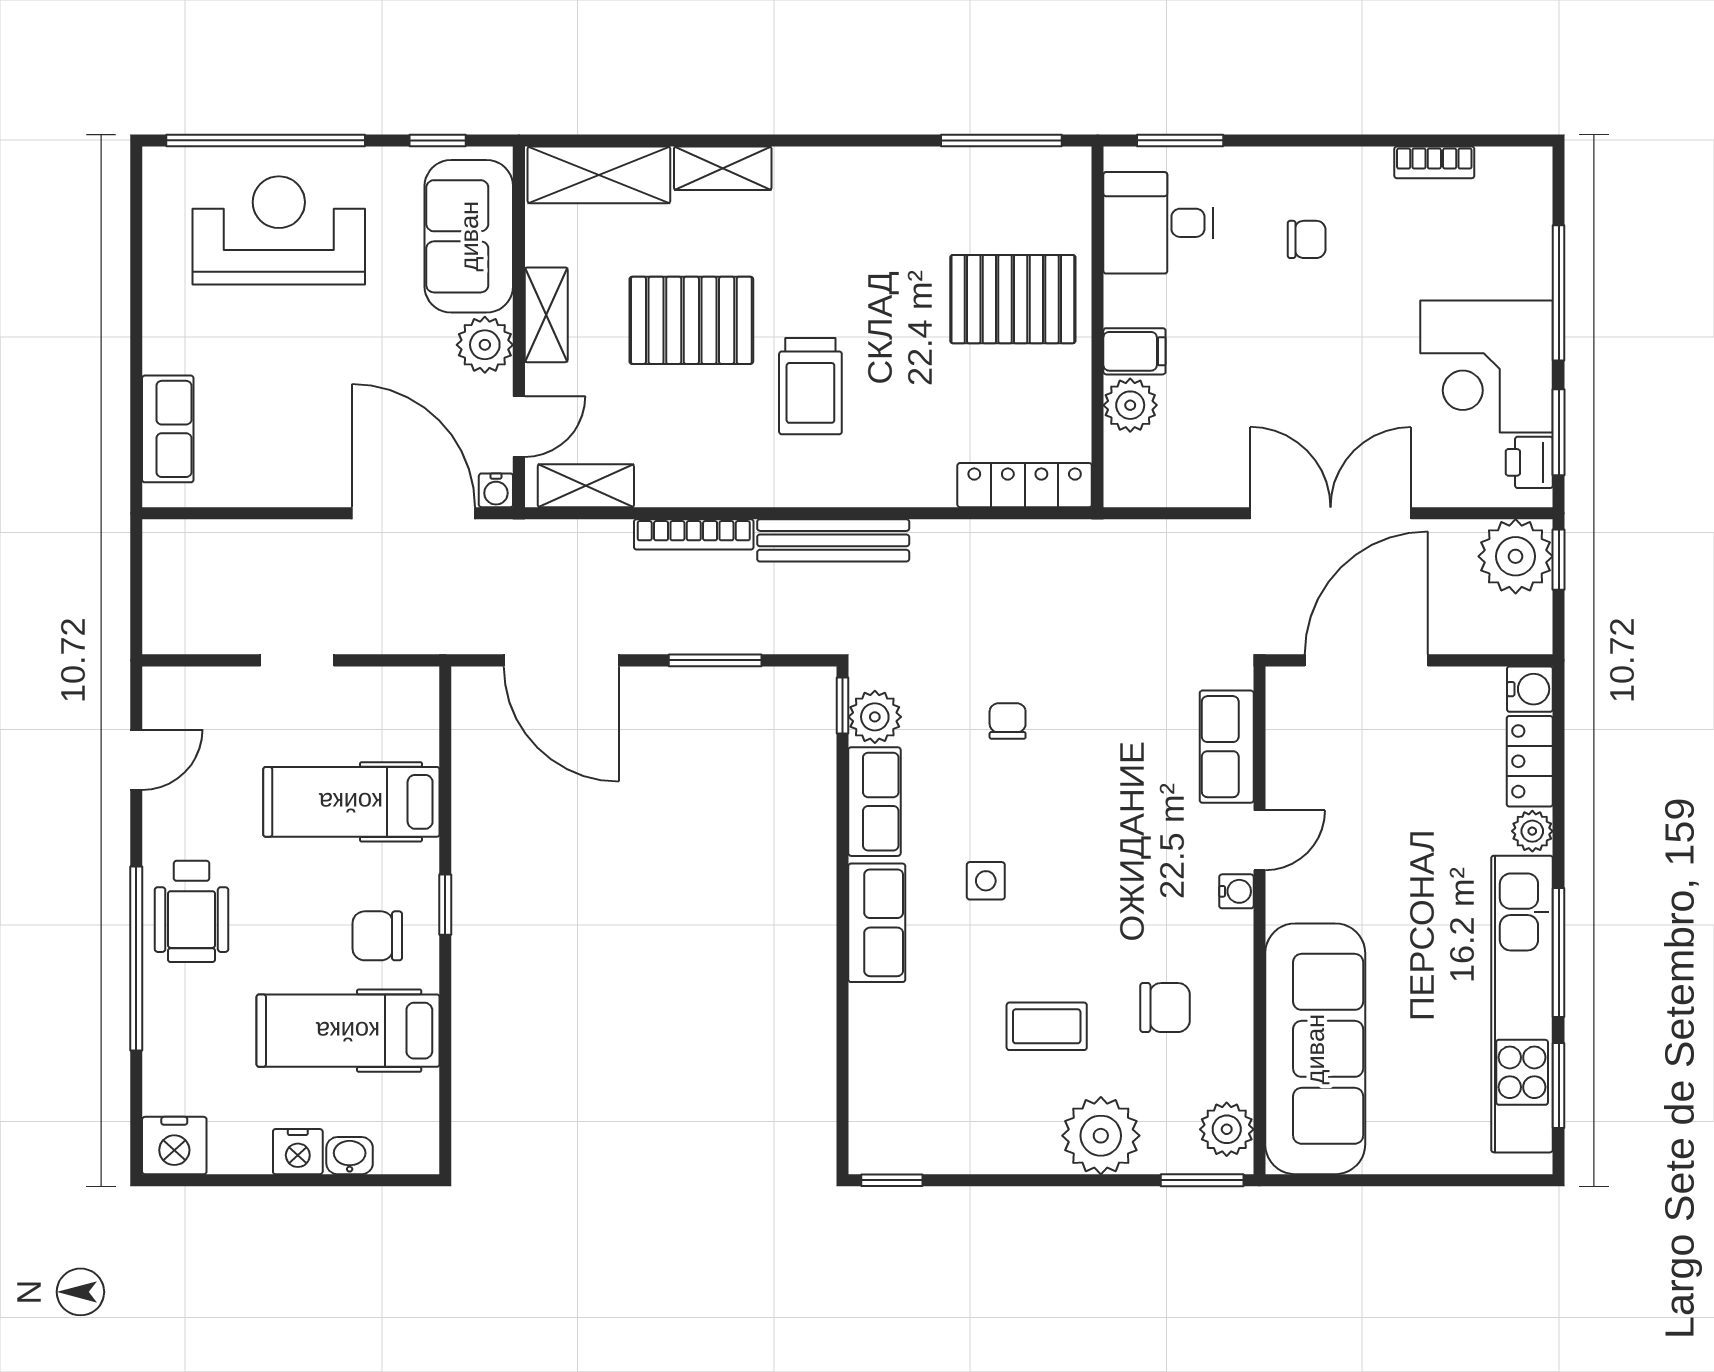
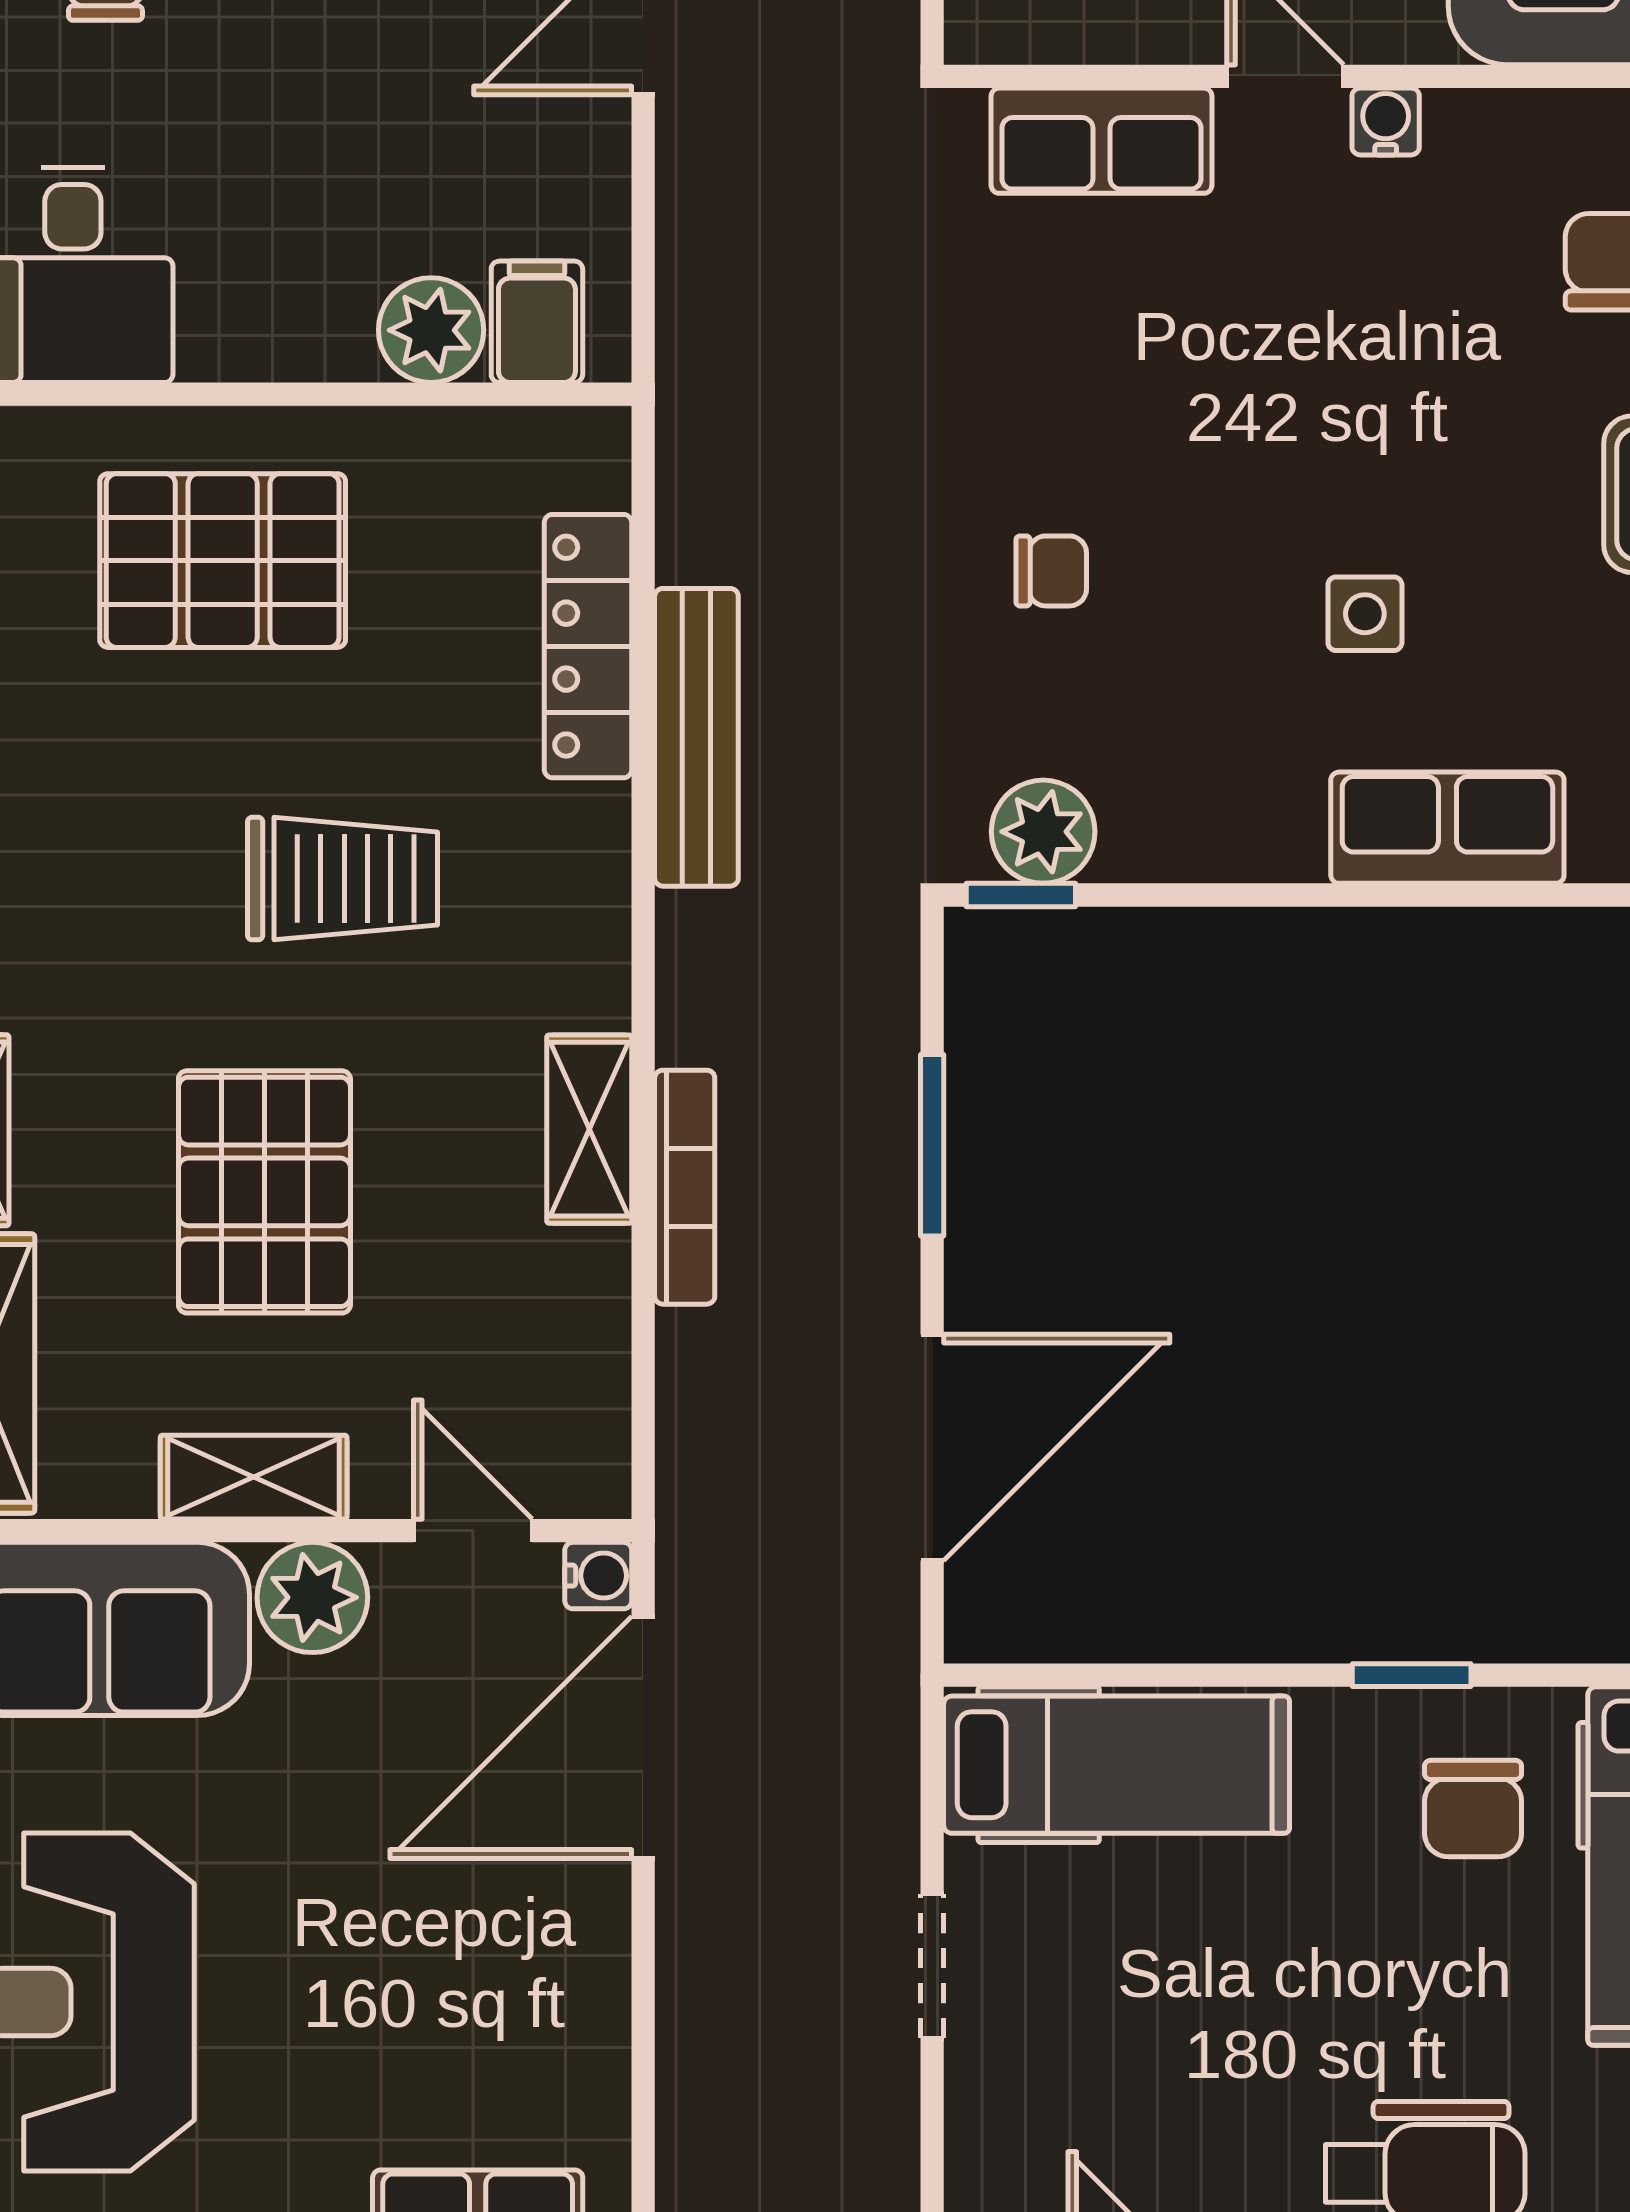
pallet: (1013, 299) -> (223, 561), turned 90
filing cabinet: (1134, 351) -> (537, 322), moved
trolley: (810, 386) -> (342, 879), moved
locker: (1025, 485) -> (588, 646), moved
shelving: (586, 486) -> (589, 1129), moved
bench: (833, 540) -> (696, 737), moved
chair: (1008, 721) -> (1051, 571), turned 180
hospital bed: (351, 802) -> (1117, 1765), moved, turned -90
row of seats: (874, 802) -> (1209, 832), removed

